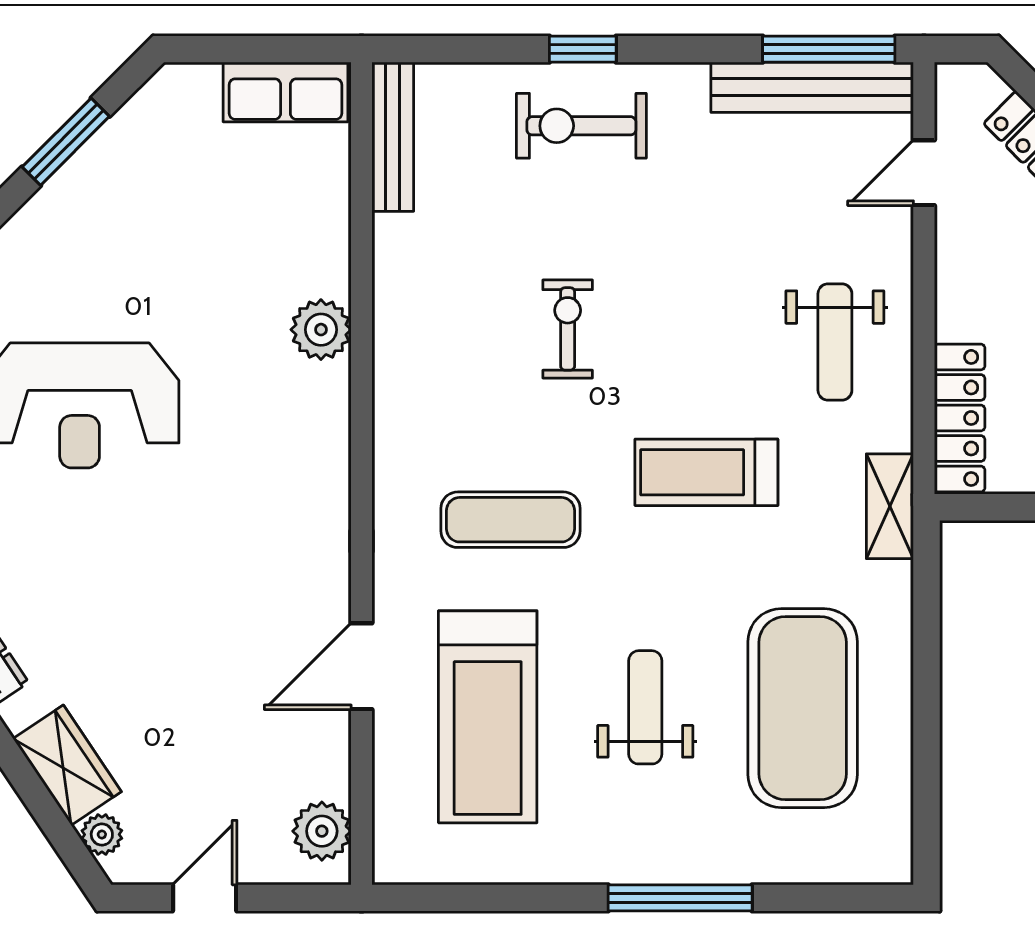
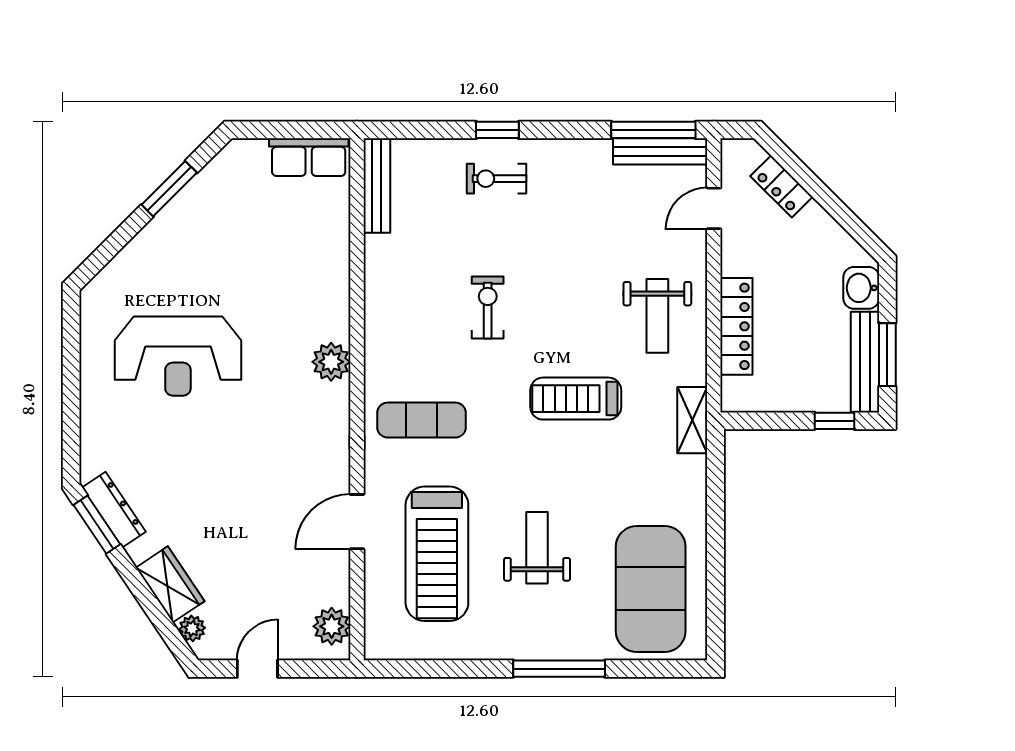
bench: (812, 87) -> (660, 151), width x0.73, depth x0.82
exercise bike: (581, 126) -> (496, 179), width x0.73, depth x0.72
plant: (321, 330) -> (331, 362), moved
locker: (960, 418) -> (736, 326), moved
exercise mat: (511, 520) -> (421, 420), moved
exercise mat: (803, 708) -> (651, 589), moved

